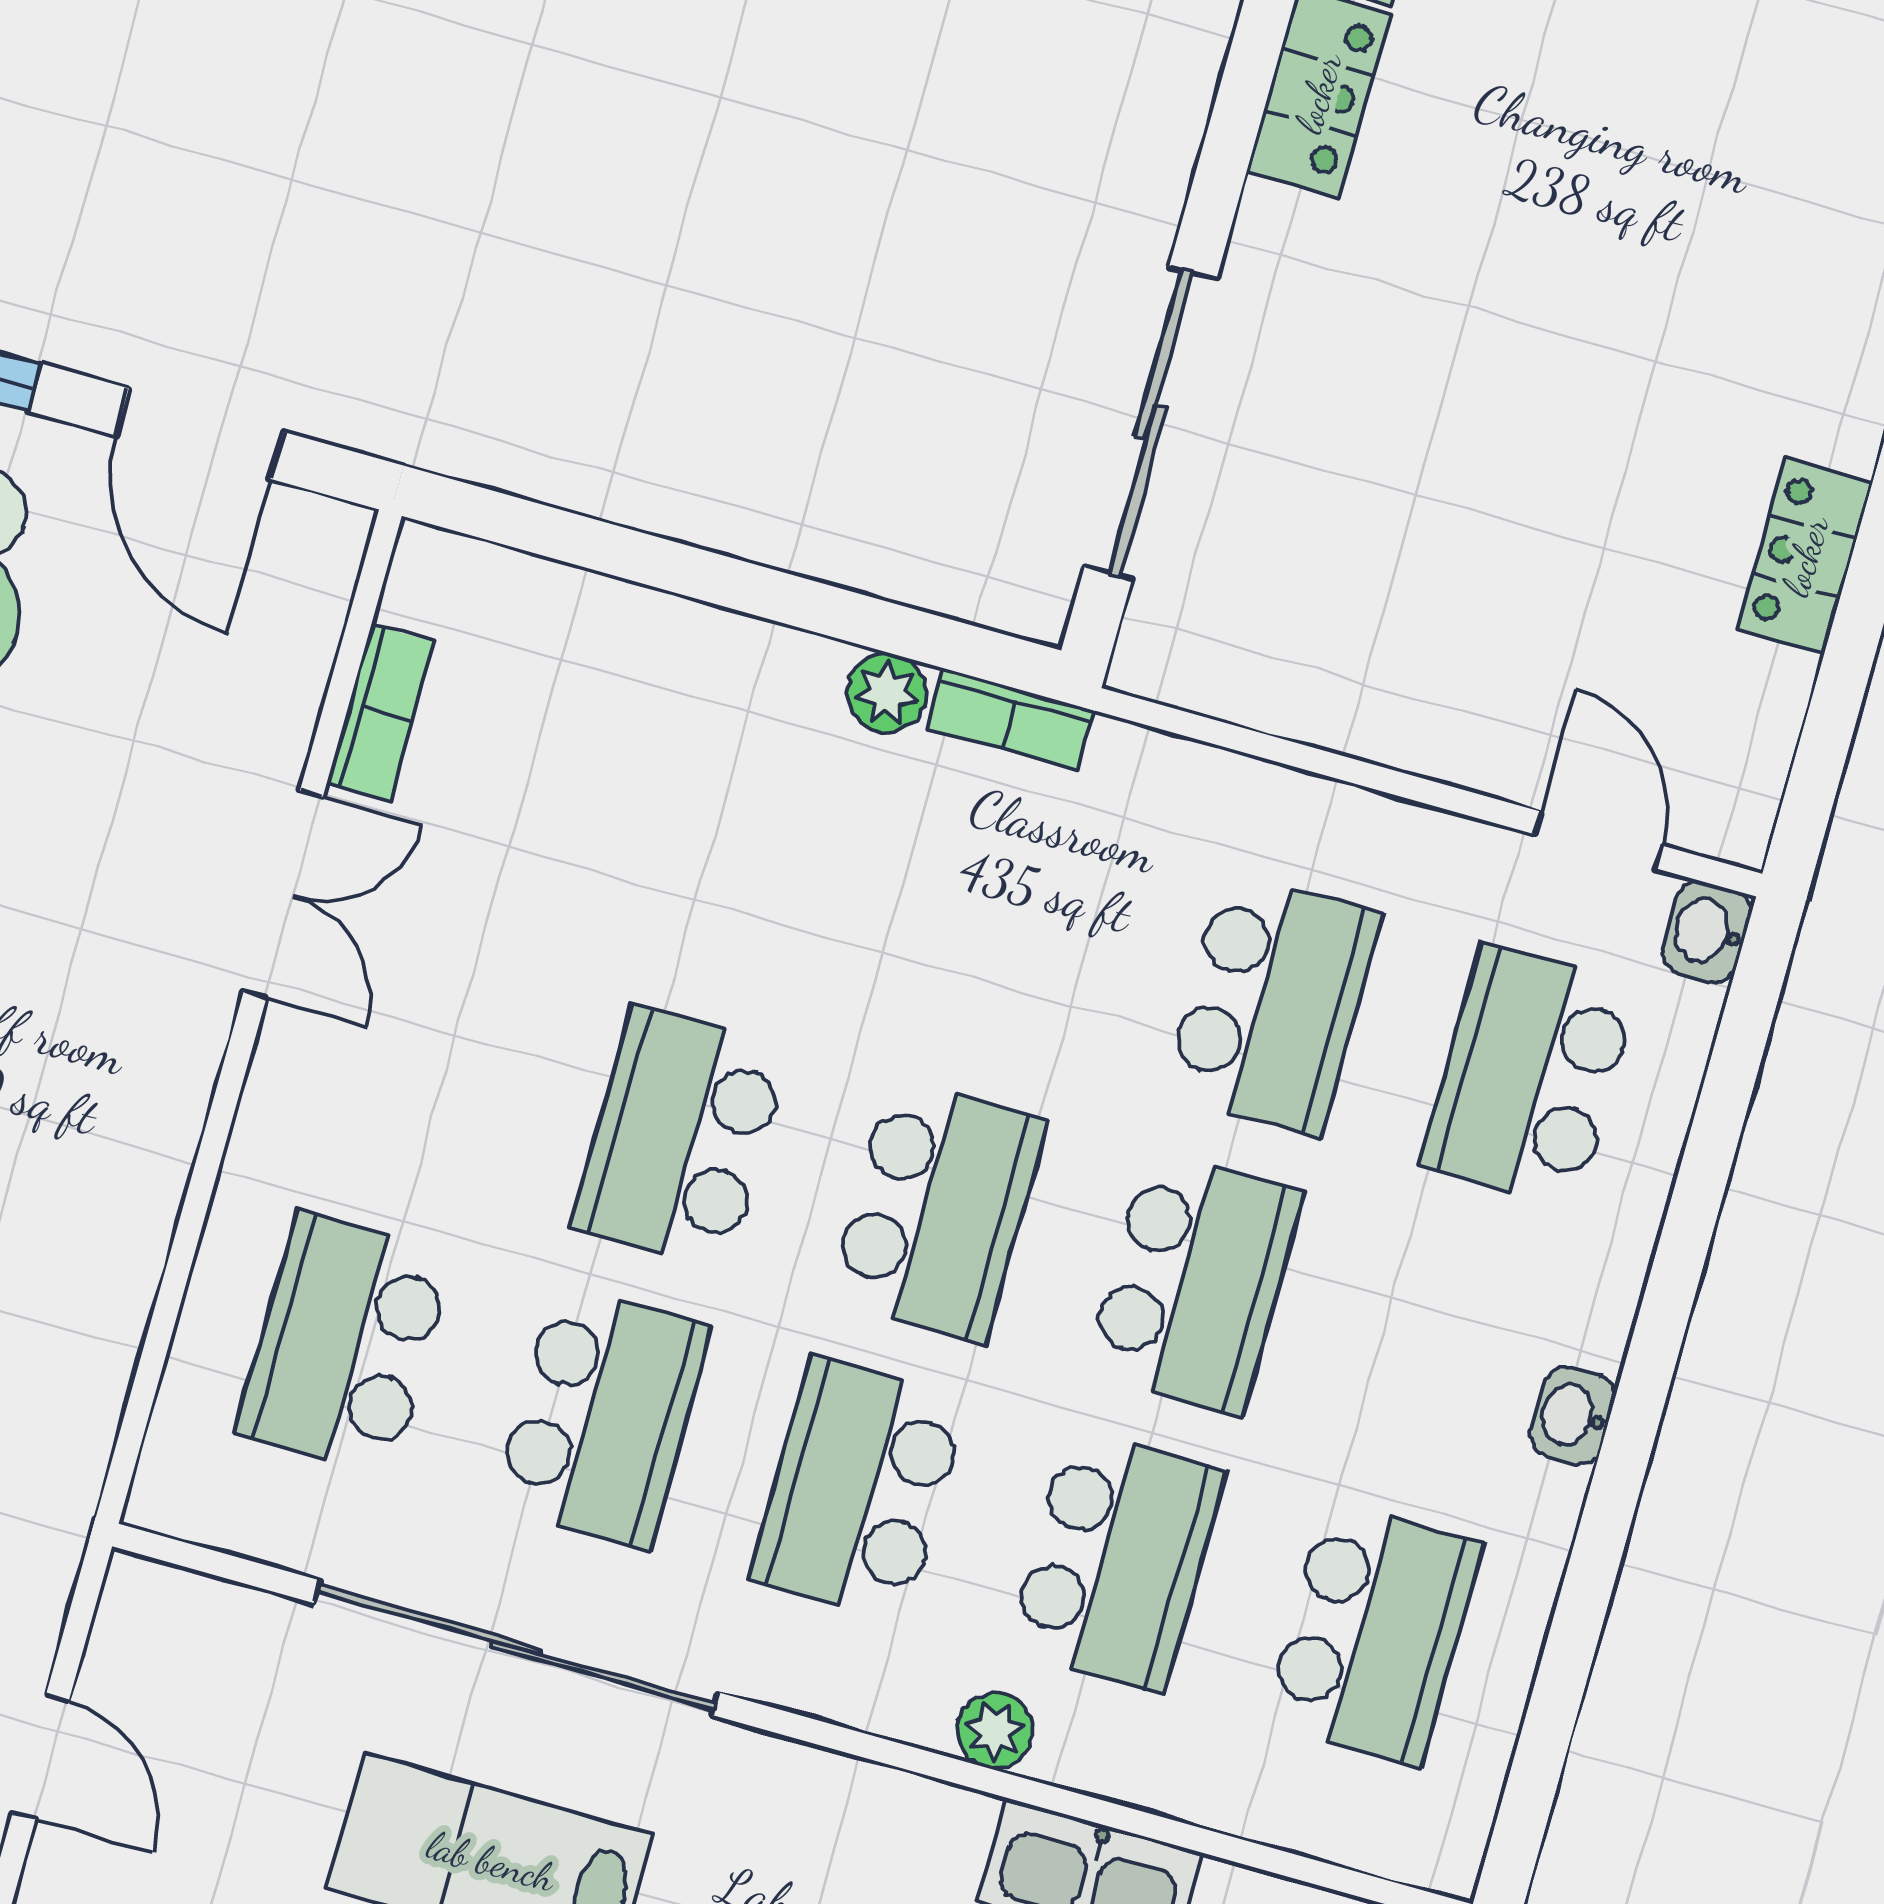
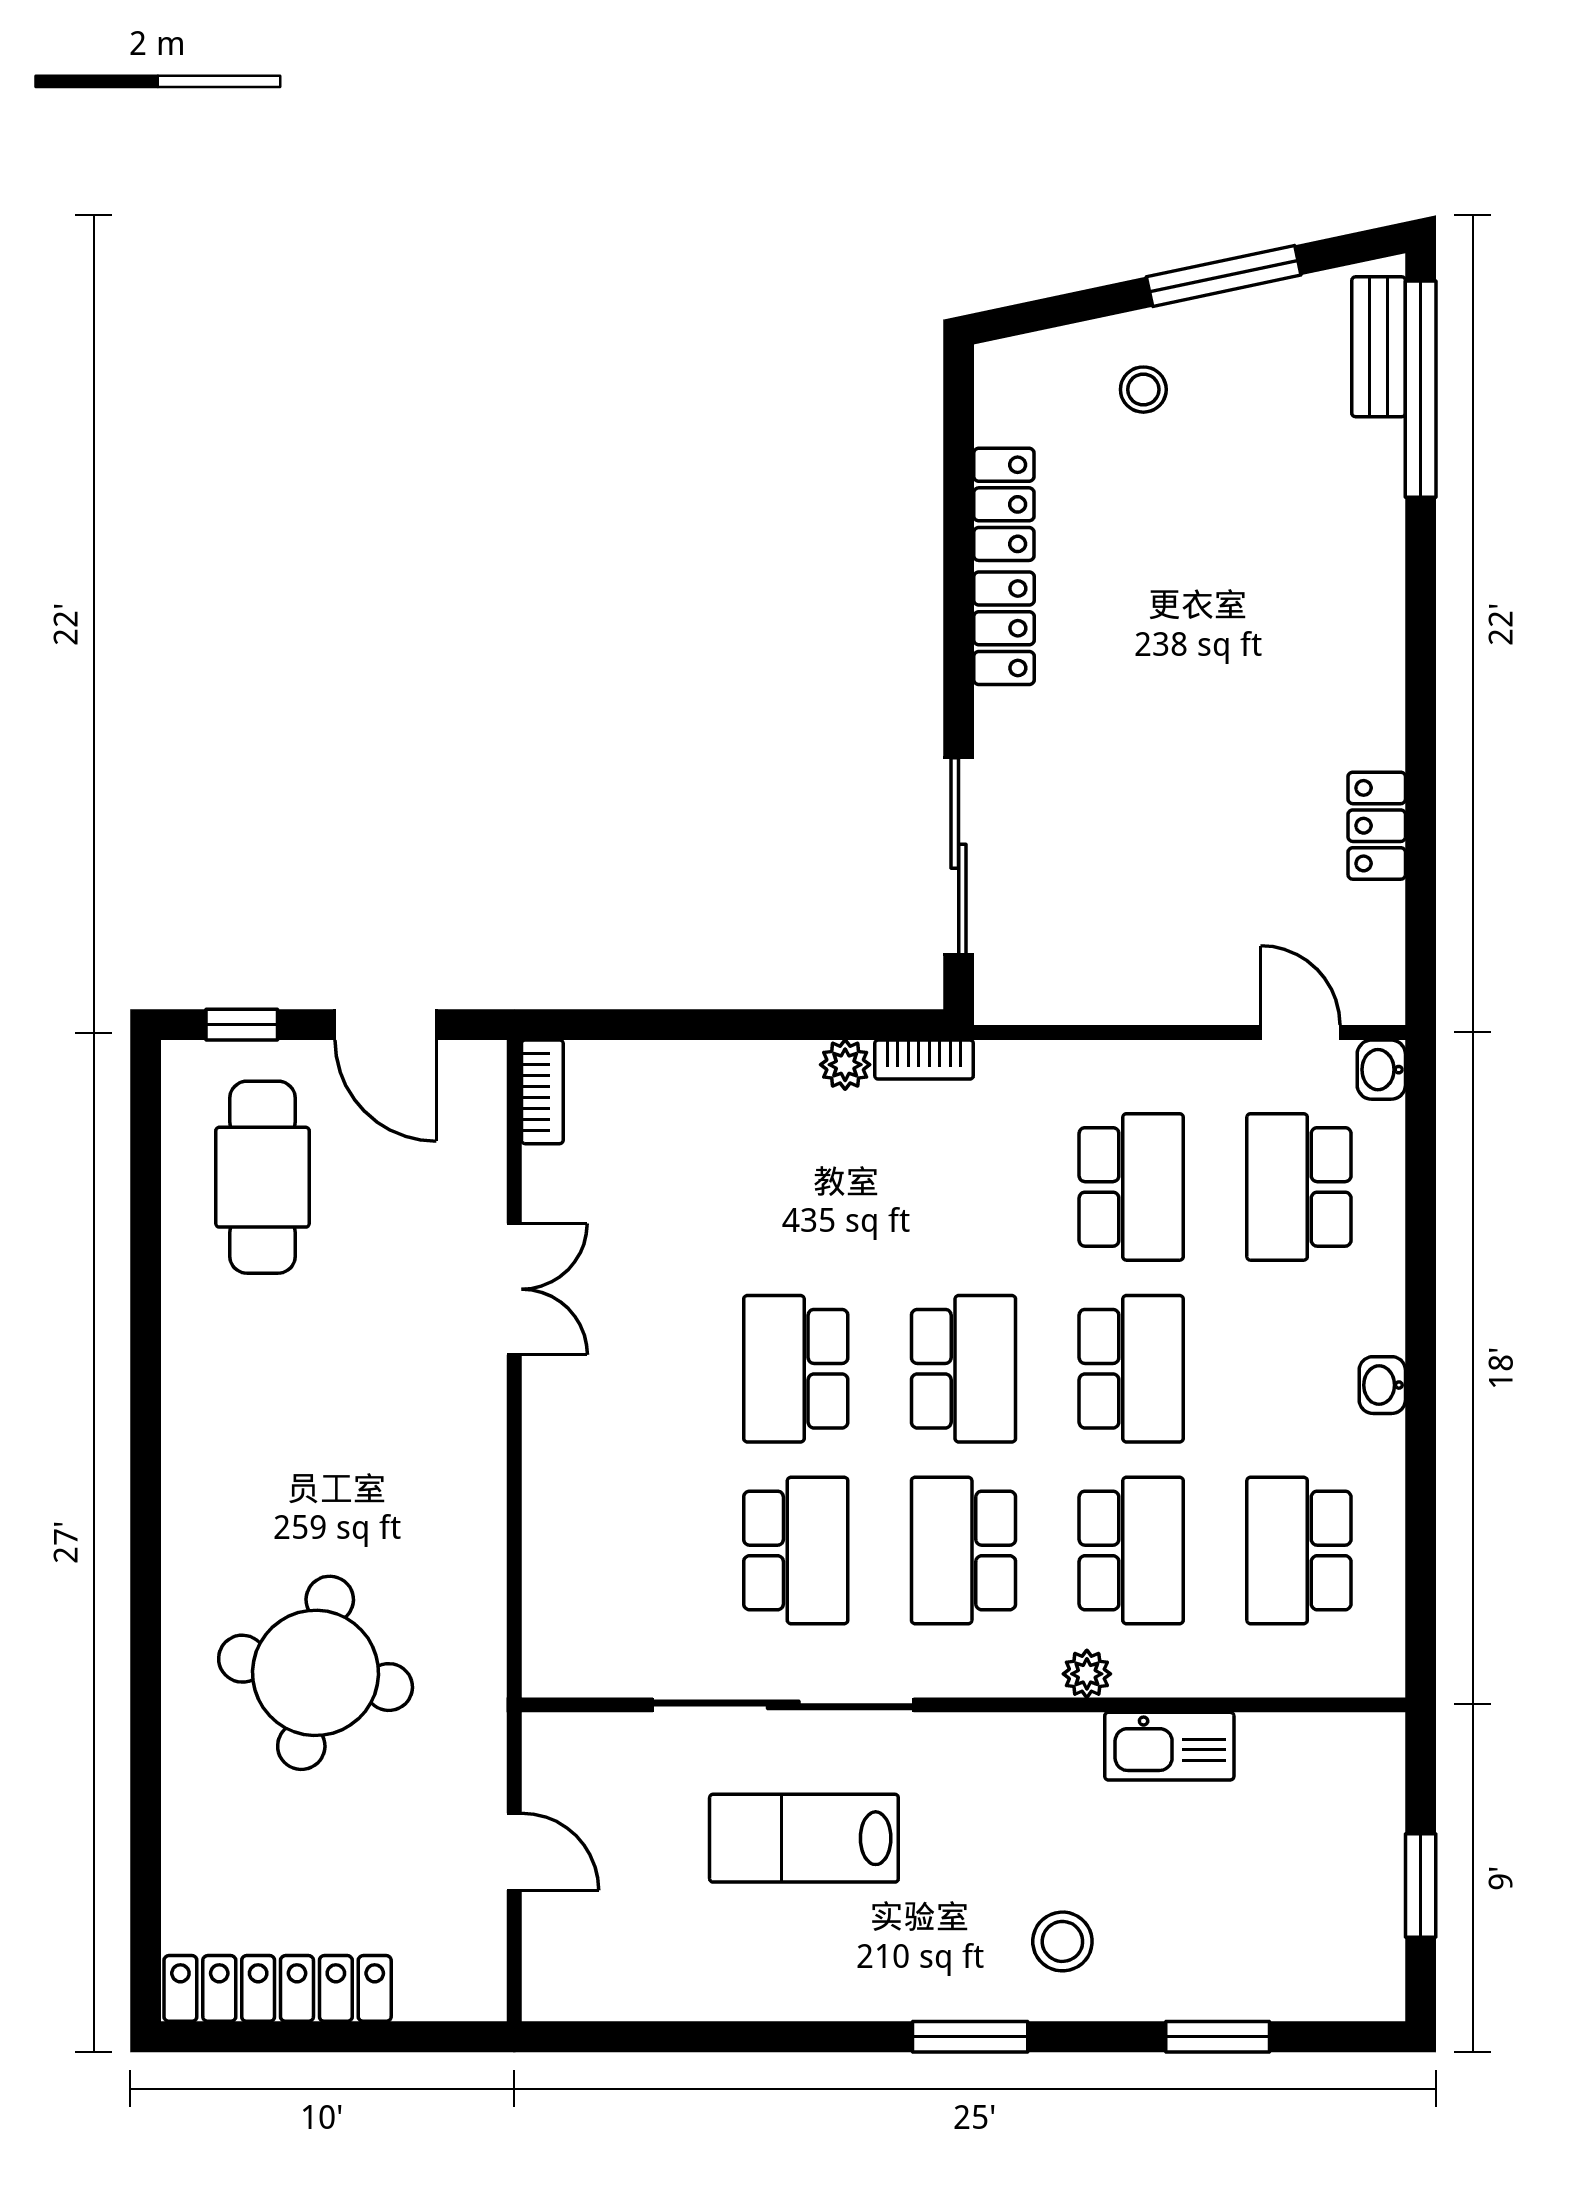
bookcase: (381, 713) -> (542, 1092), moved
school desk: (345, 1344) -> (628, 1550), removed
school desk: (1373, 1633) -> (1299, 1550), turned 180

